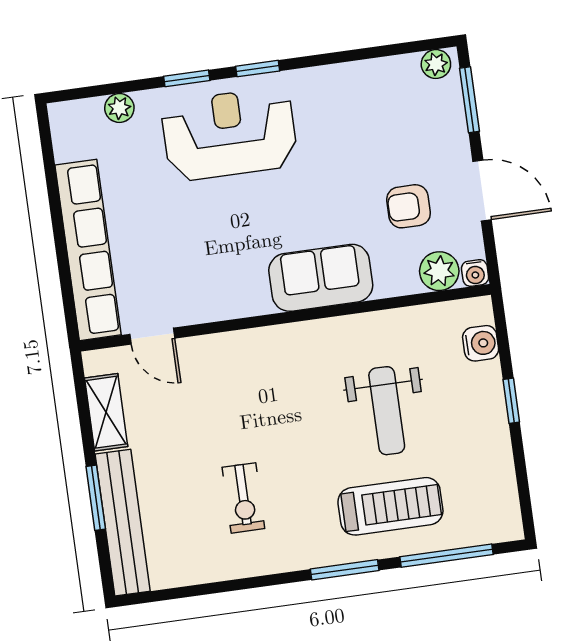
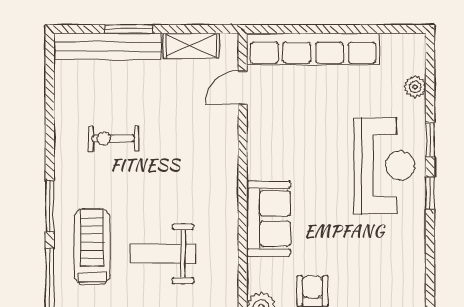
treadmill: (390, 506) -> (92, 247), turned 180

